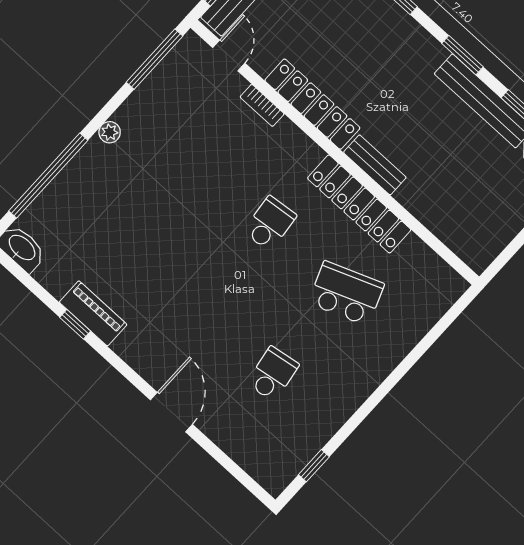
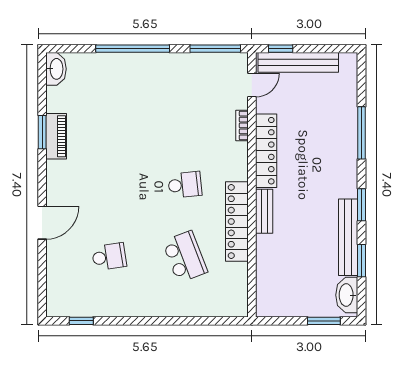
plant: (110, 132) -> (157, 60), removed
window: (48, 176) -> (133, 49), moved
window: (75, 324) -> (42, 132), width x1.50

